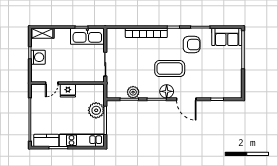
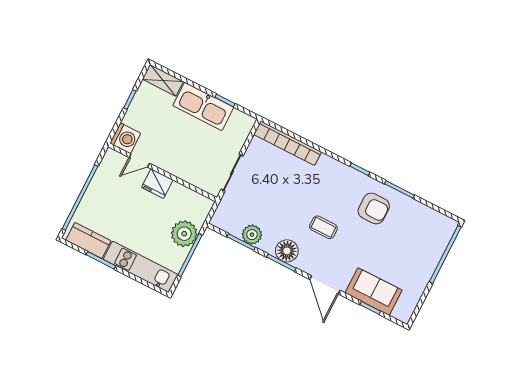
bookcase: (146, 33) -> (288, 143), moved
kitchen sink: (87, 36) -> (203, 106), moved
sofa: (227, 37) -> (374, 292), moved, turned 180
washing machine: (38, 57) -> (125, 138), moved
coffee table: (170, 69) -> (323, 227), width x0.54, depth x0.58
floor lamp: (167, 91) -> (287, 251), moved

